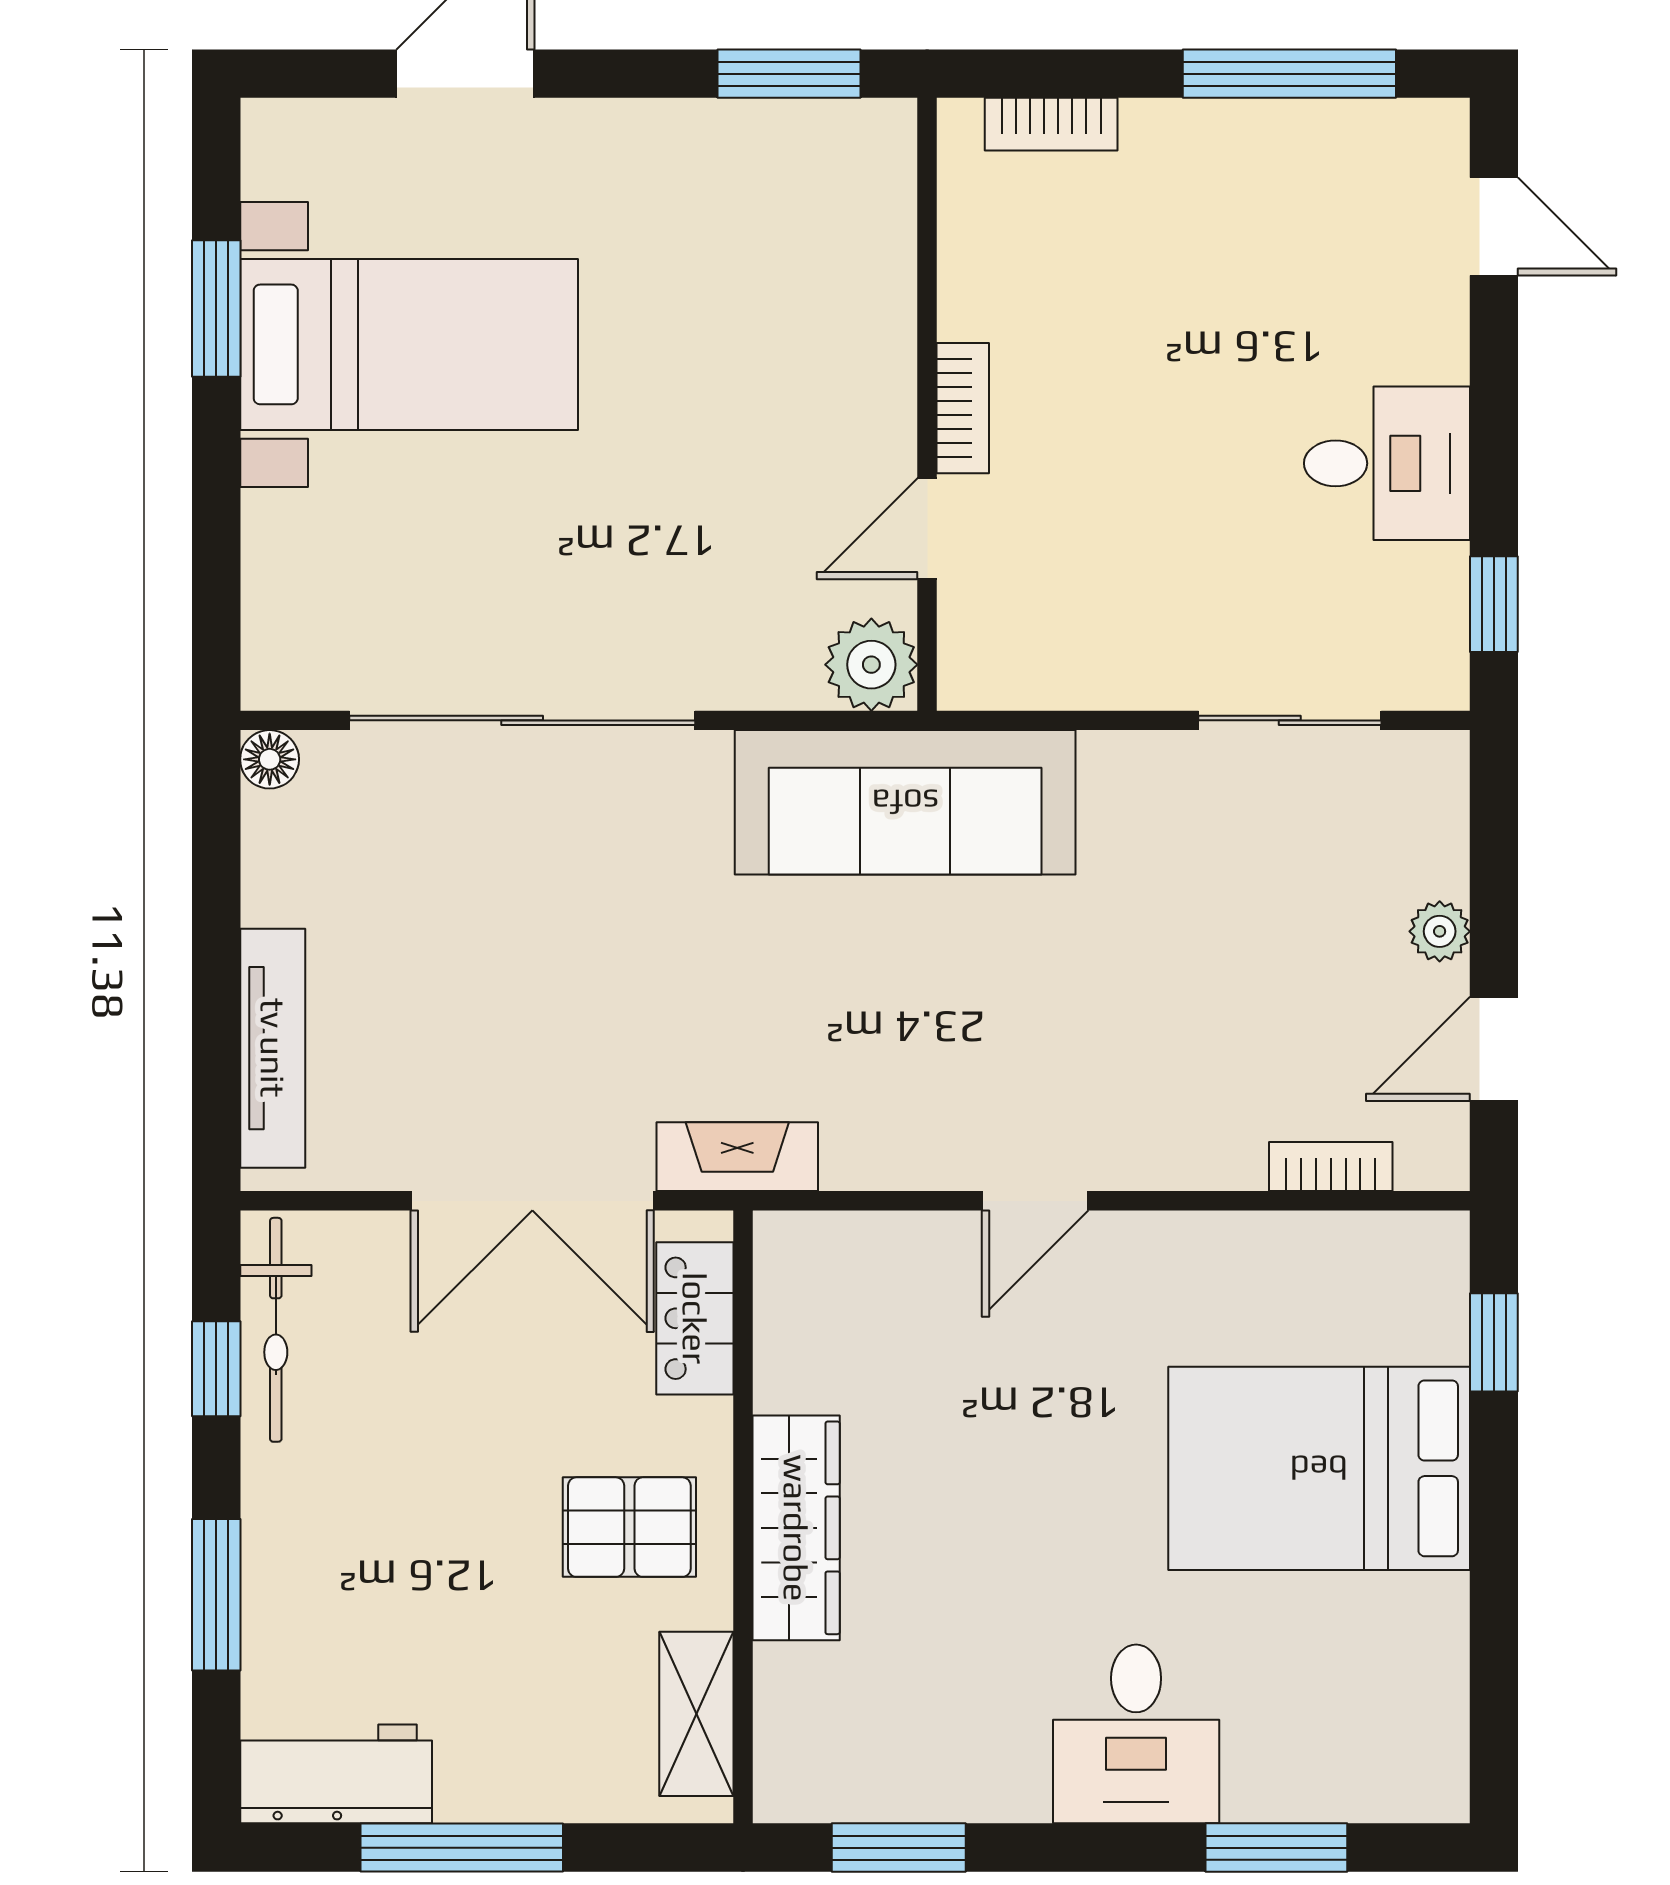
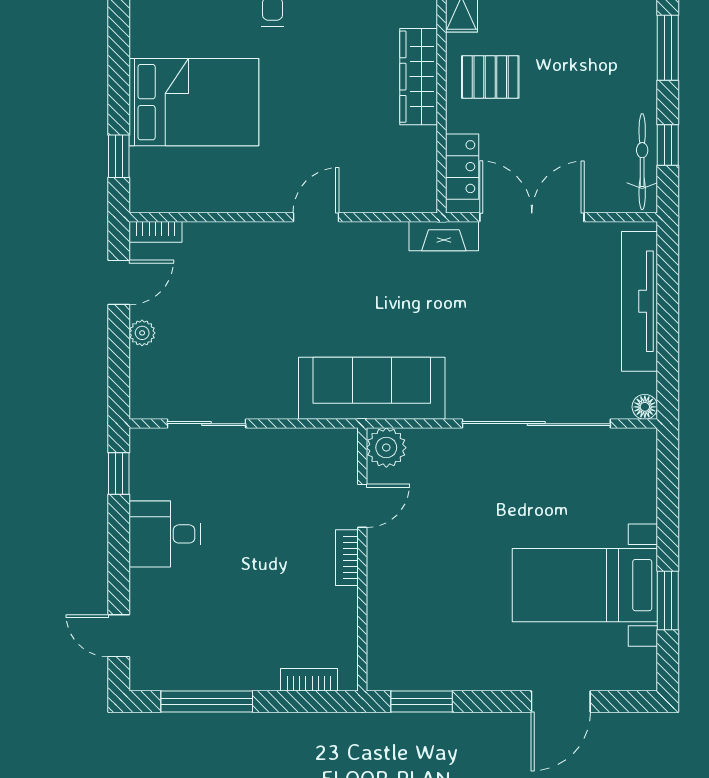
tv unit: (273, 1048) -> (640, 301), width x1.36, depth x1.29
bookcase: (1331, 1166) -> (156, 232), moved

